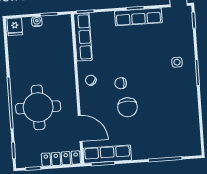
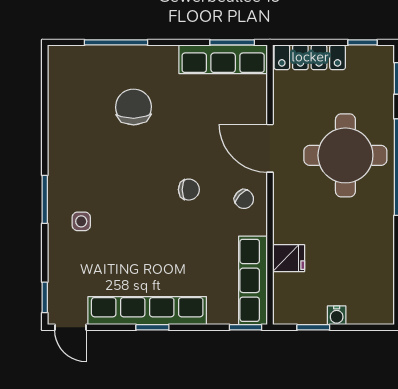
row of seats: (138, 17) -> (147, 311), width x1.36
fridge: (15, 27) -> (289, 258), moved, turned 90
chair: (127, 107) -> (134, 107), moved
door: (80, 128) -> (270, 148), moved

